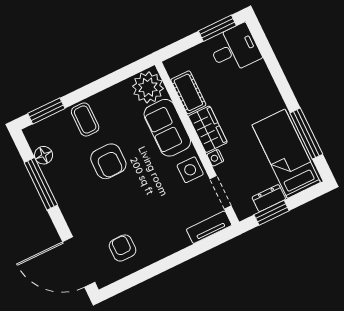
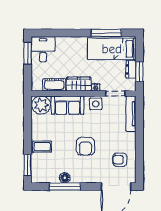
floor lamp: (44, 155) -> (65, 178), moved
armchair: (108, 161) -> (85, 146), moved, turned 90
tv unit: (209, 227) -> (131, 114), width x1.41

